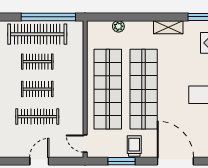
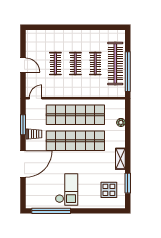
clothes rail: (37, 117) -> (55, 64), width x0.73

